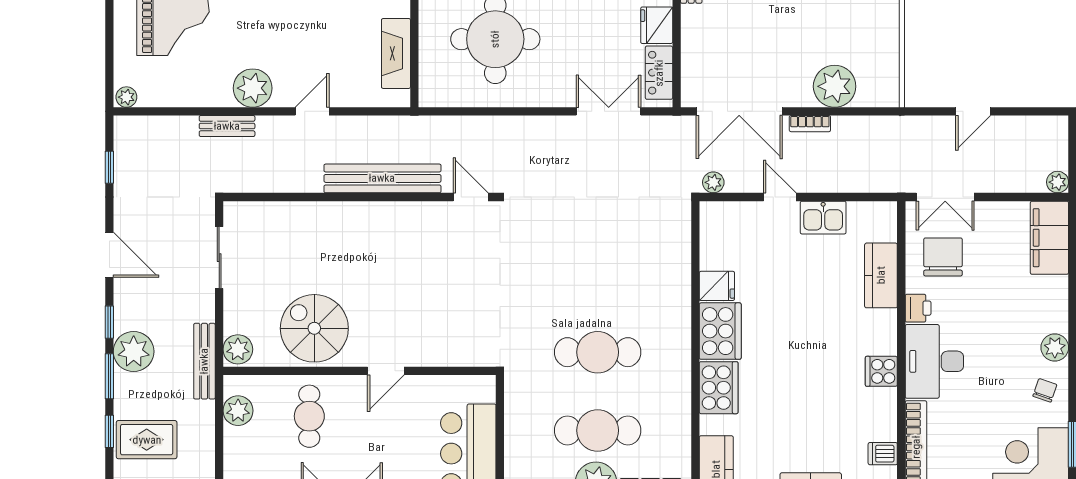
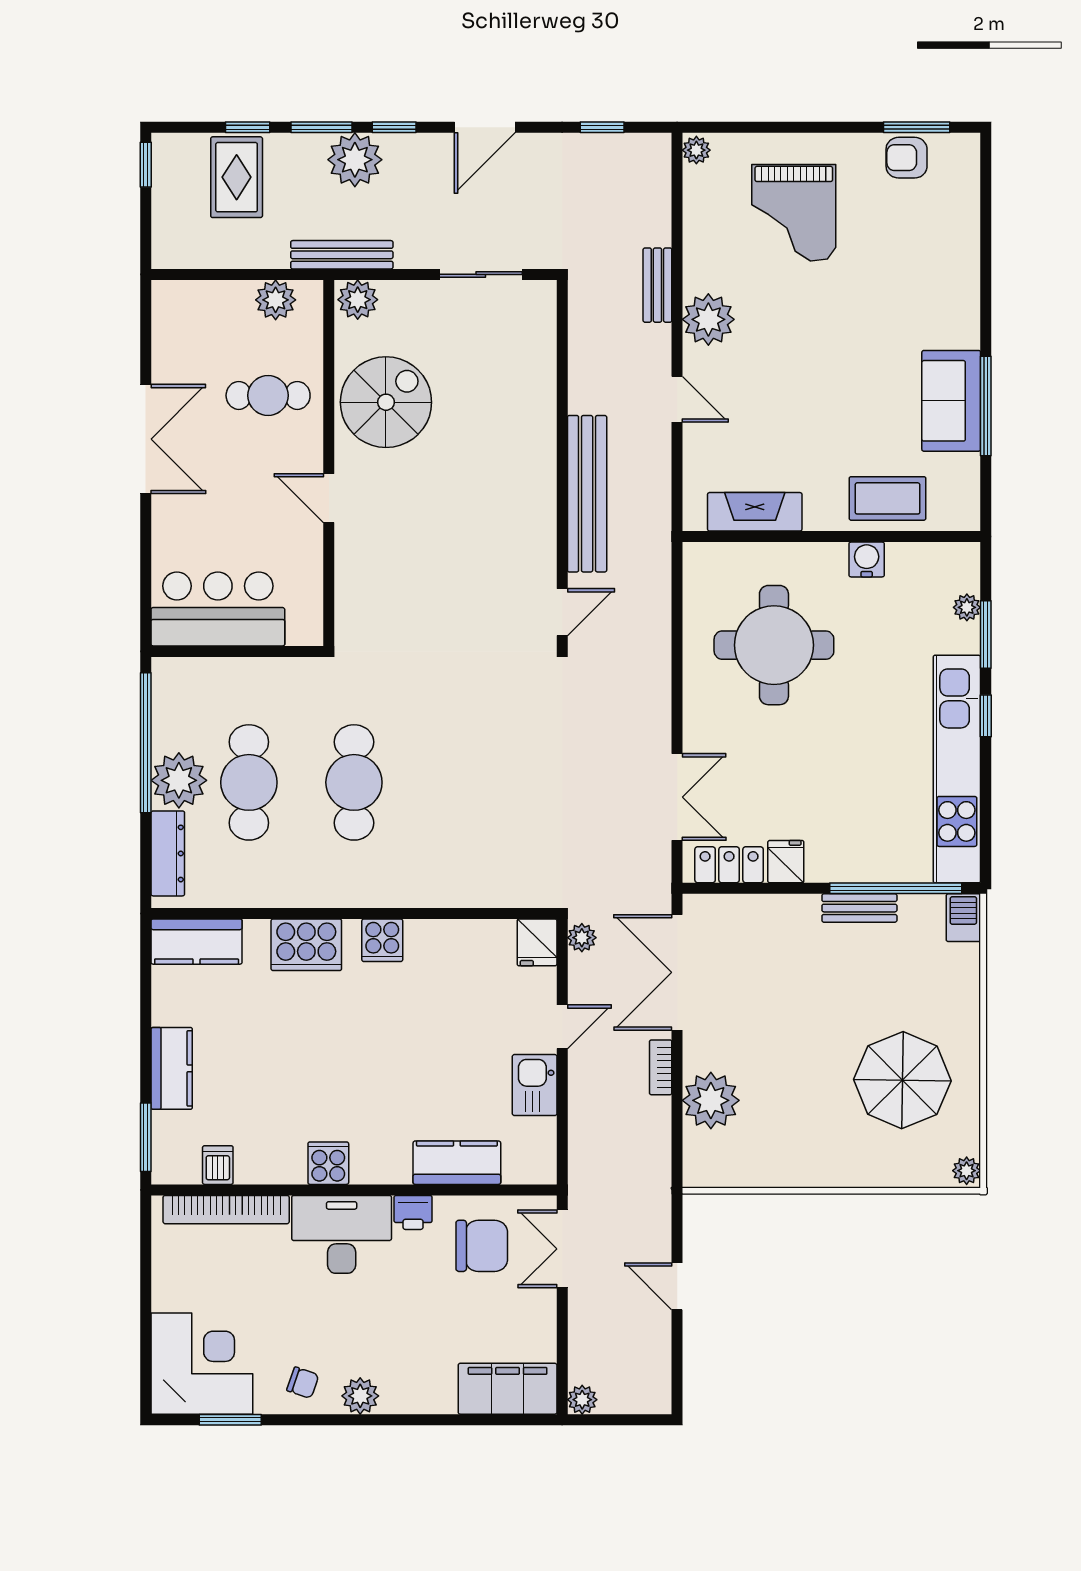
fridge: (657, 25) -> (786, 862), width x0.72
fridge: (717, 286) -> (537, 942), moved
cooker: (720, 331) -> (382, 940), width x0.53, depth x0.76

